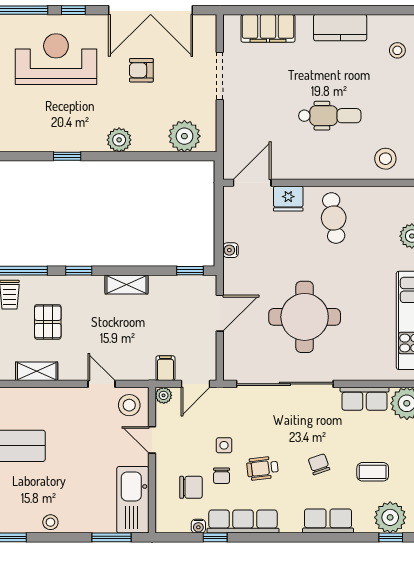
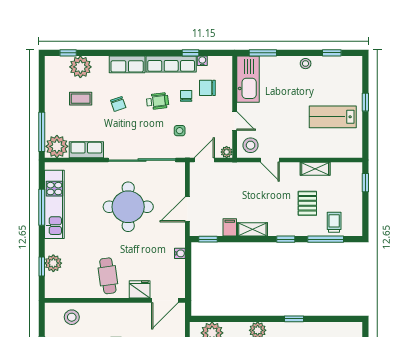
filing cabinet: (165, 368) -> (230, 227), moved, turned 180
side table: (224, 445) -> (180, 131), moved
plant: (390, 517) -> (80, 67), moved
row of seats: (328, 521) -> (127, 64), moved

